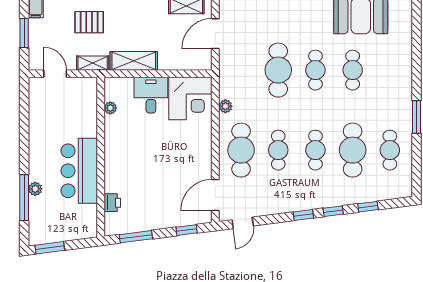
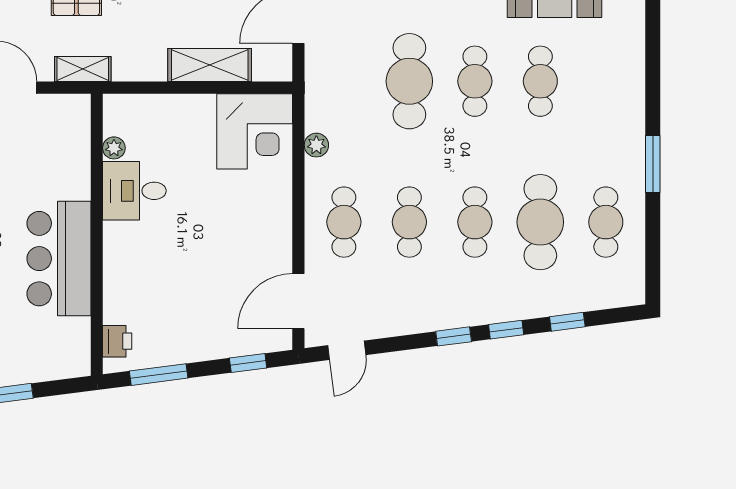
shelving: (134, 61) -> (210, 65), moved
desk: (151, 95) -> (134, 191), moved, turned -90
cafe table: (241, 150) -> (344, 222), width x0.73, depth x0.74
printer: (112, 203) -> (117, 341), moved

